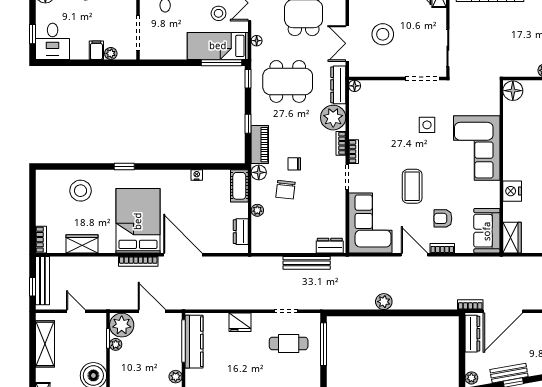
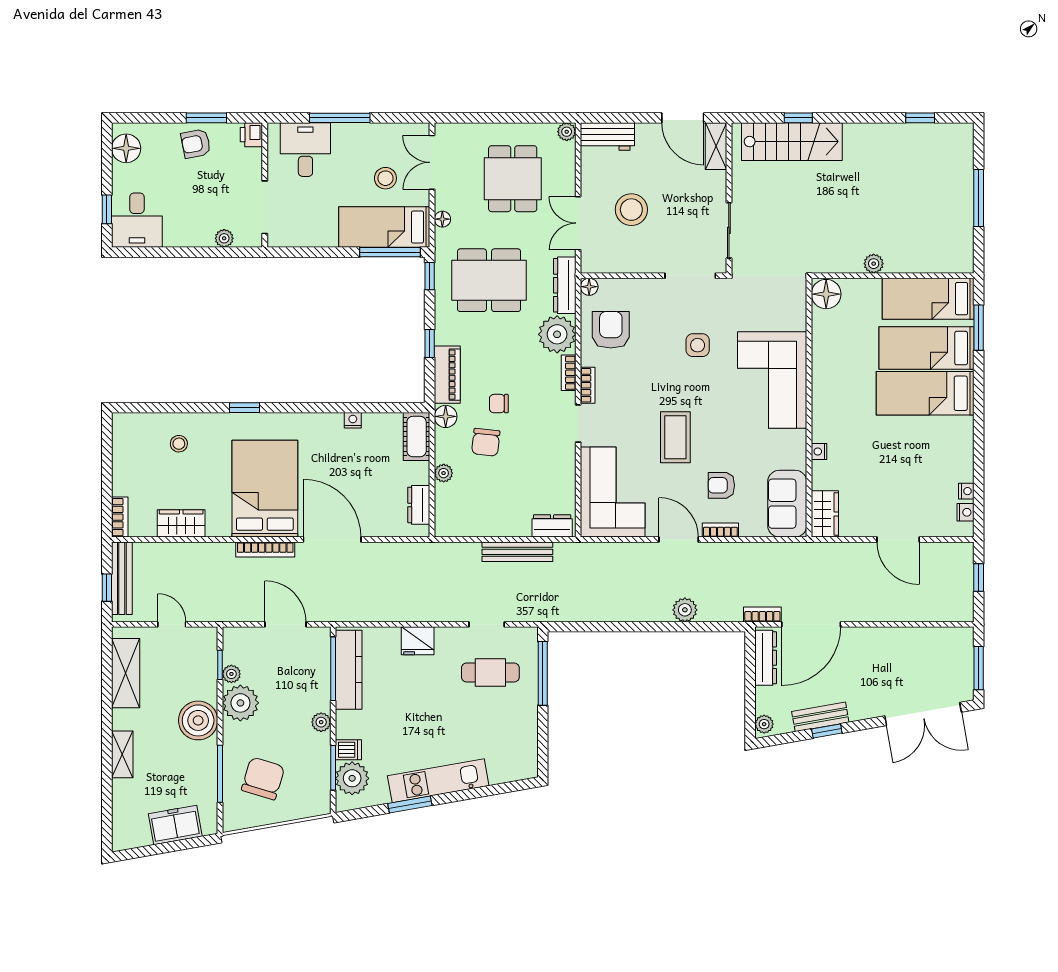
filing cabinet: (96, 50) -> (203, 233), removed
armchair: (369, 115) -> (611, 330), added
stool: (81, 191) -> (179, 444), width x0.53, depth x0.53
nightstand: (512, 191) -> (819, 451), width x0.53, depth x0.56
plant: (384, 302) -> (685, 610), moved
plant: (122, 325) -> (240, 703), moved

